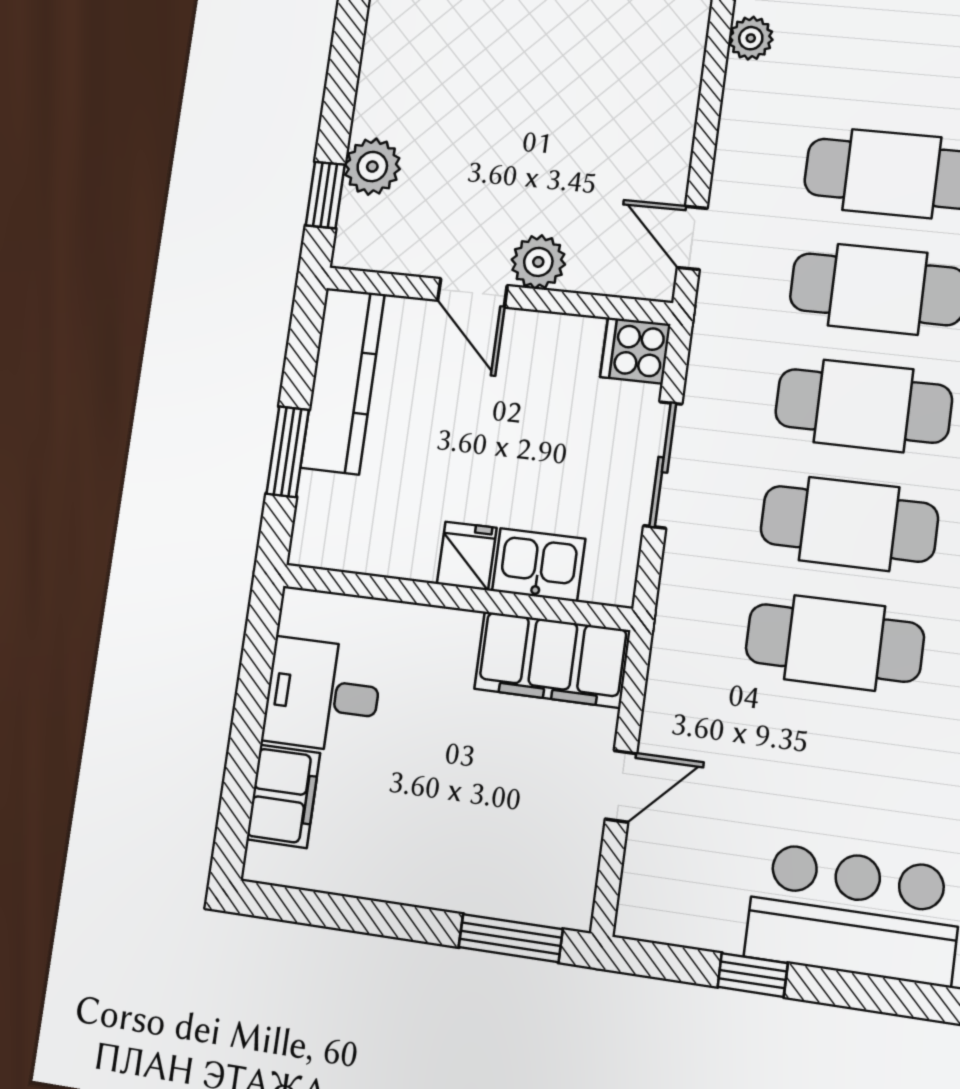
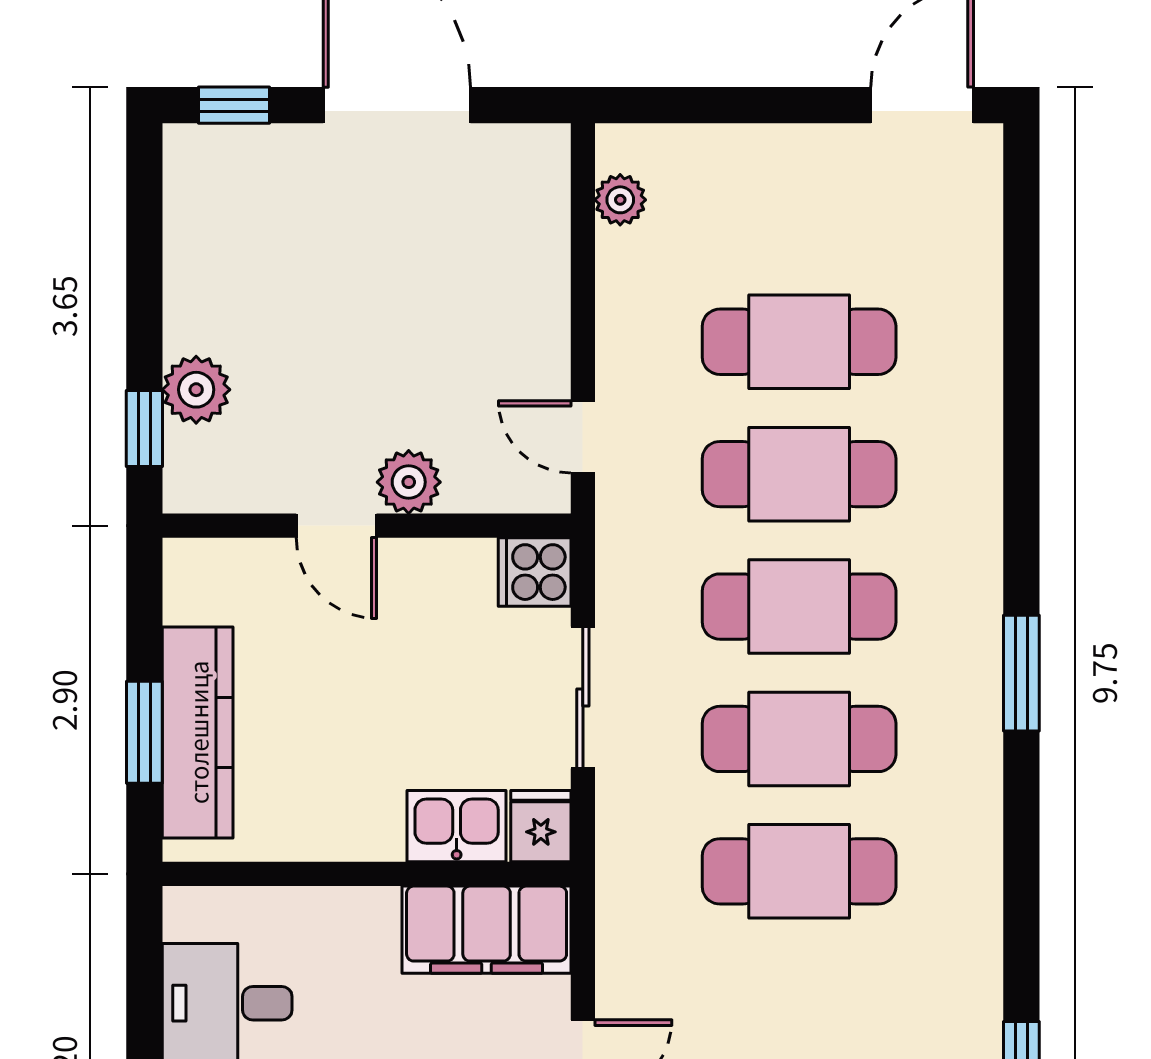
kitchen counter: (343, 381) -> (198, 732), moved
fridge: (467, 556) -> (541, 826), moved

